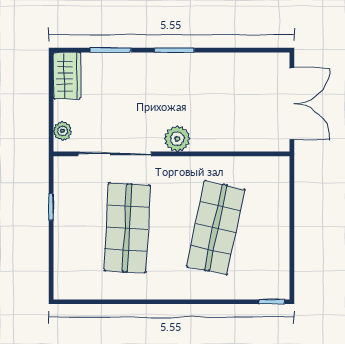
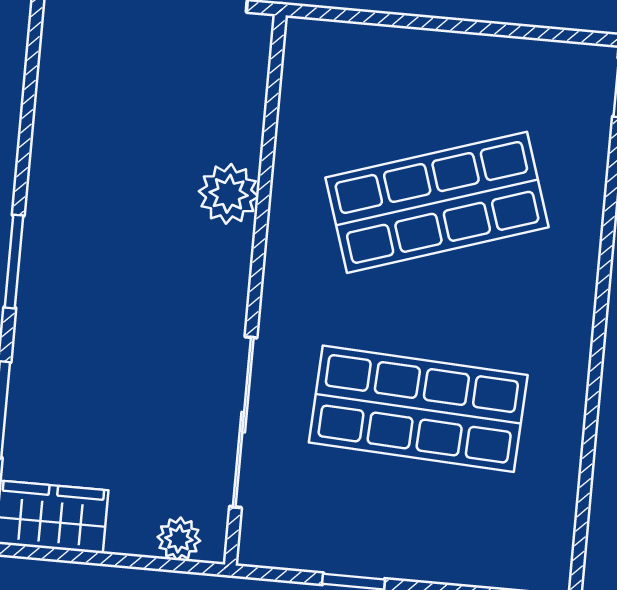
plant: (177, 139) -> (229, 194), moved
shop shelf: (216, 228) -> (437, 202), turned -30

